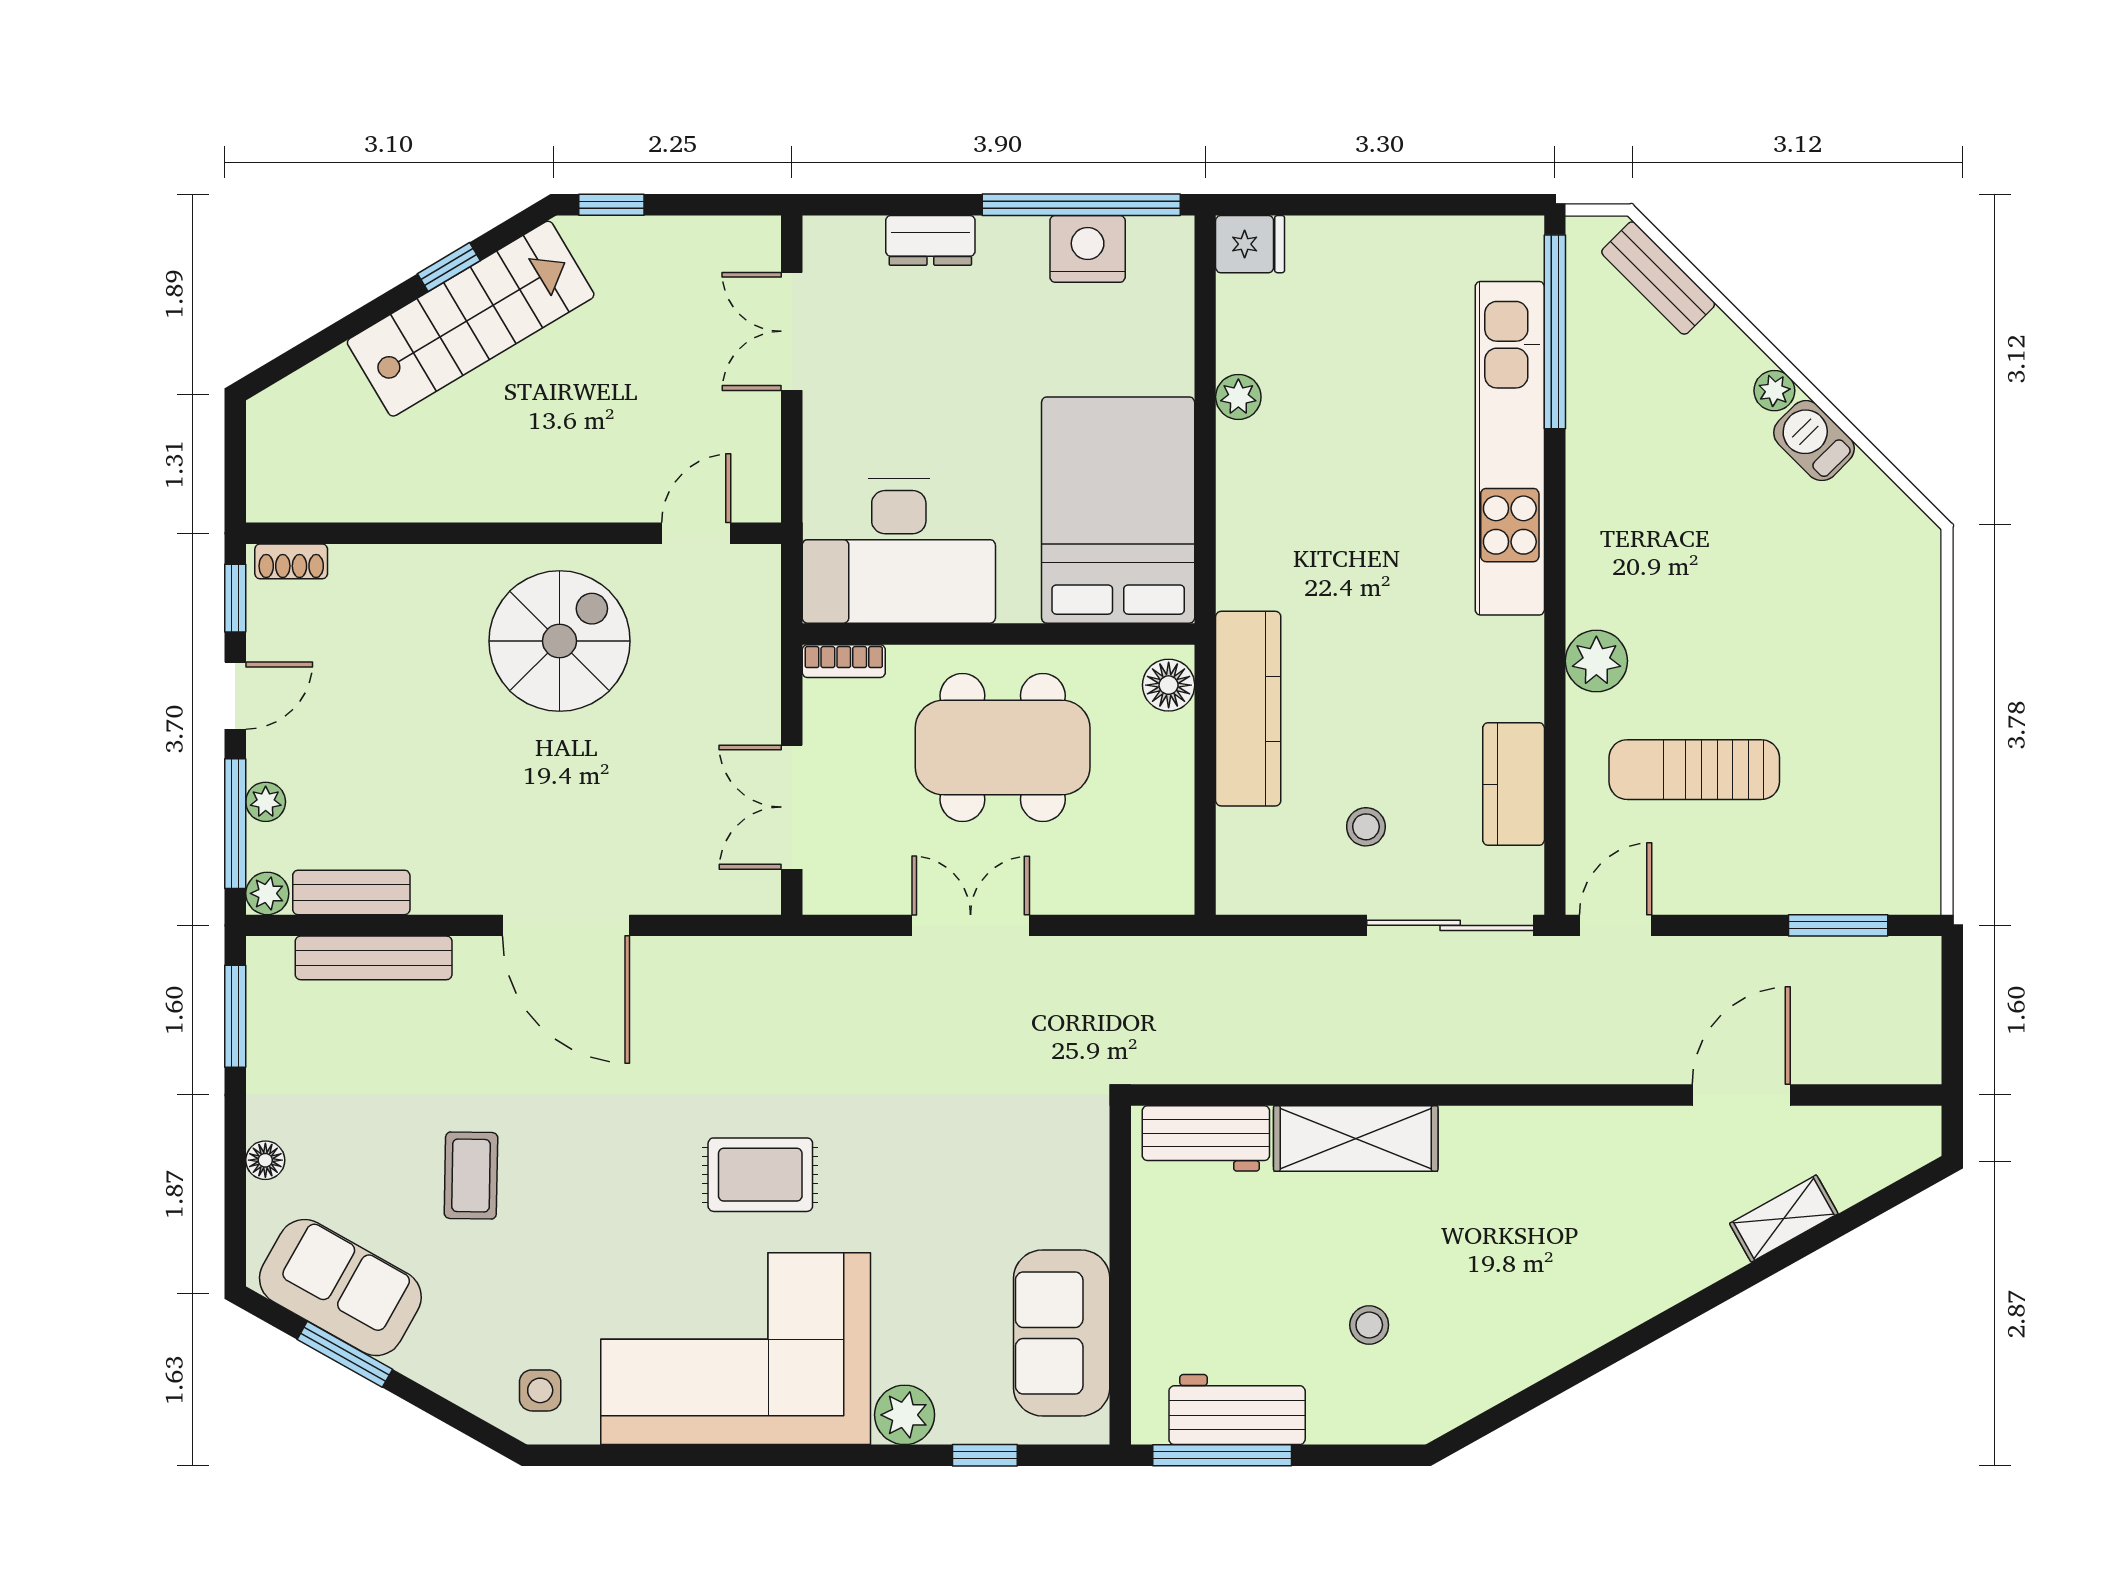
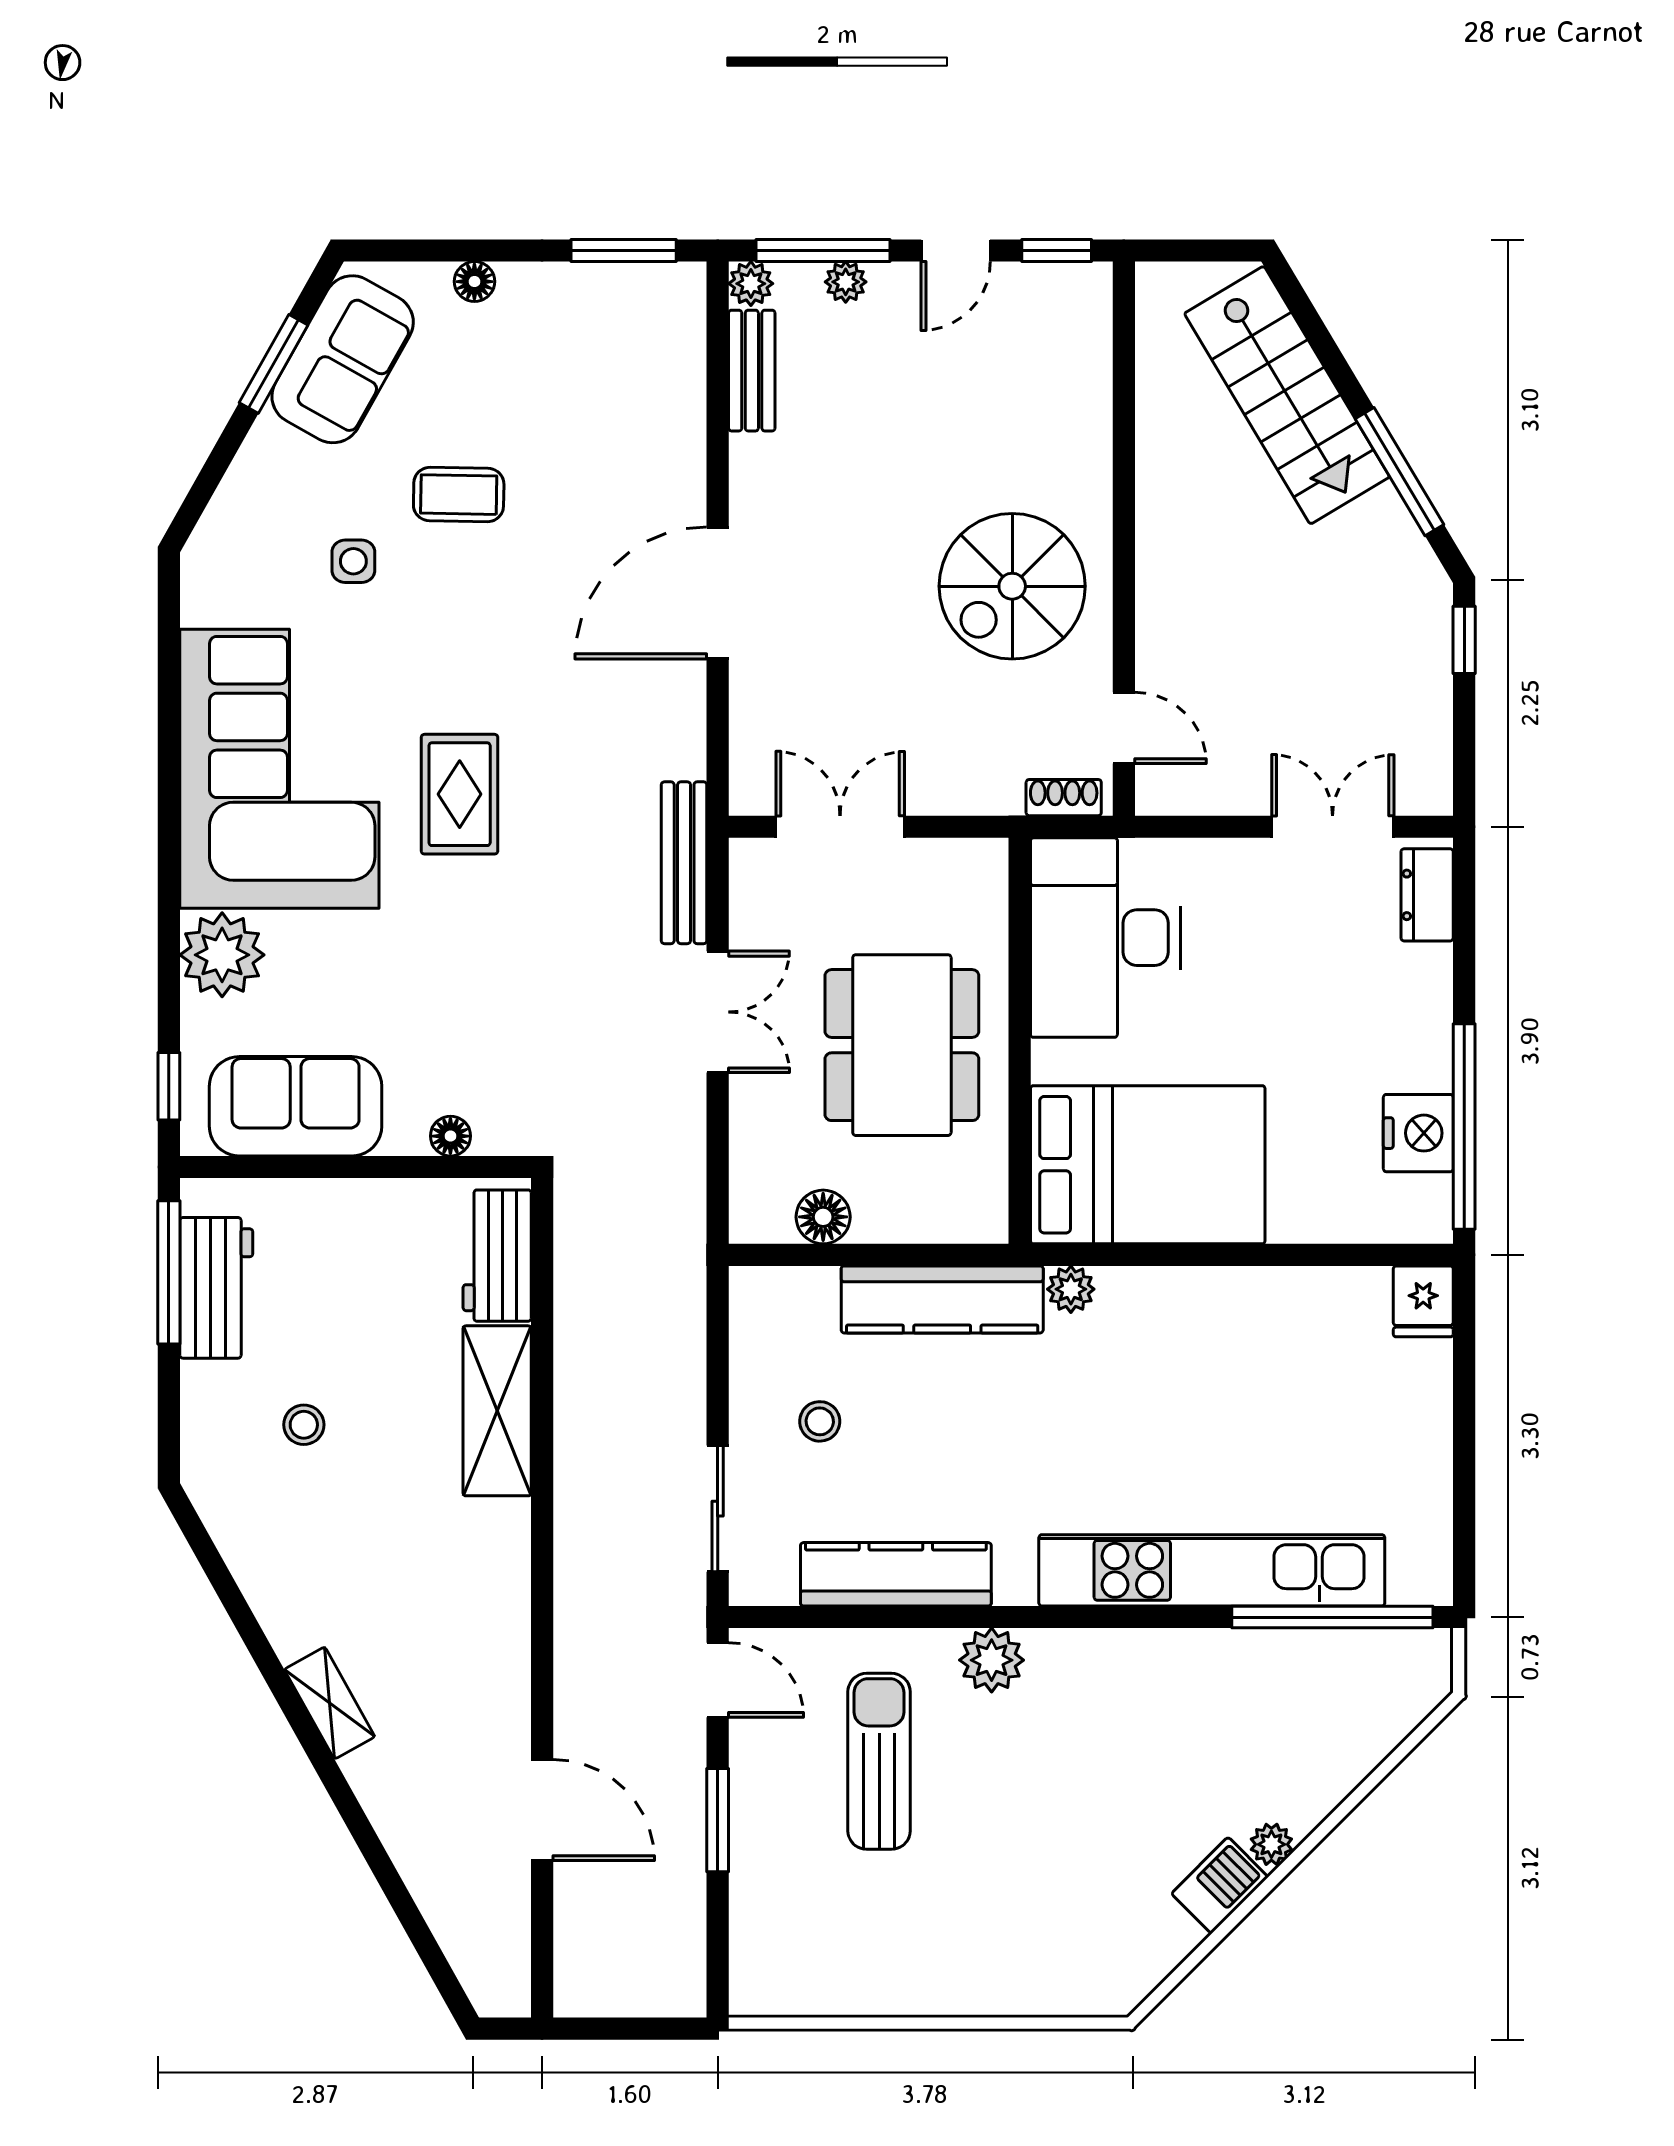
dresser: (930, 240) -> (1427, 895), moved
window: (449, 267) -> (1399, 472), width x2.17
bench: (1658, 278) -> (1388, 1724), removed
stairs: (471, 319) -> (1287, 395), moved
plant: (1238, 397) -> (1071, 1289), moved
shoe rack: (291, 561) -> (1064, 798), moved, turned 90
spiral stairs: (560, 641) -> (1012, 586), turned 90
bookcase: (844, 661) -> (991, 881), removed
floor lamp: (1169, 685) -> (823, 1217), moved
door: (235, 696) -> (956, 251), hinge flipped
kitchen counter: (1514, 784) -> (896, 1574), width x1.50
sliding door: (1450, 925) -> (718, 1509), width x0.73
window: (1838, 925) -> (718, 1820), moved
bench: (374, 958) -> (684, 863), moved
floor lamp: (1090, 1183) -> (450, 1136), added
shelving: (1784, 1219) -> (330, 1703), moved
side table: (540, 1390) -> (353, 561), moved
plant: (905, 1415) -> (222, 955), width x1.36, depth x1.36
window: (985, 1455) -> (169, 1086), moved

